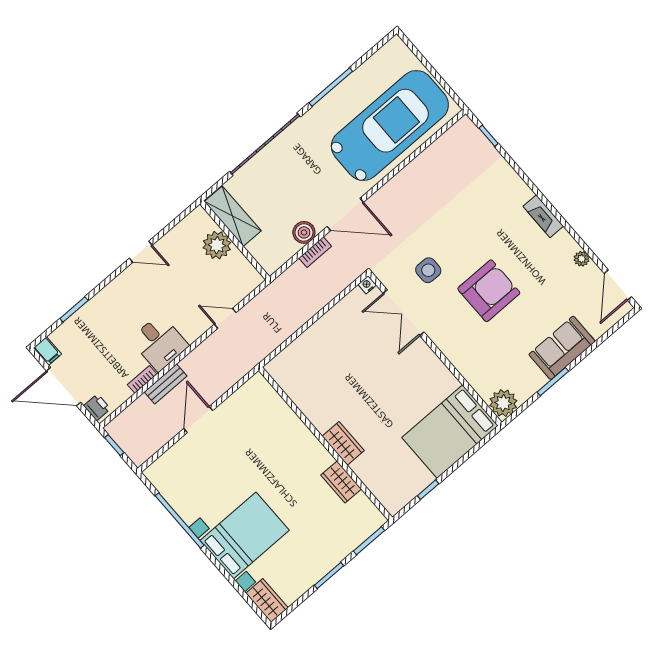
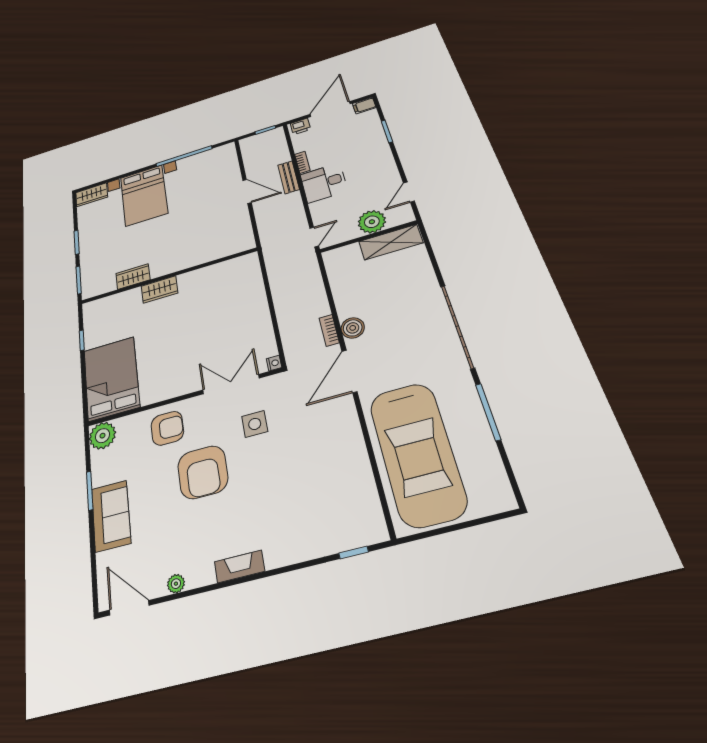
shelving: (233, 216) -> (391, 242), moved
wall: (235, 240) -> (368, 237), moved
plant: (217, 245) -> (372, 222), moved
armchair: (468, 346) -> (167, 428), added

